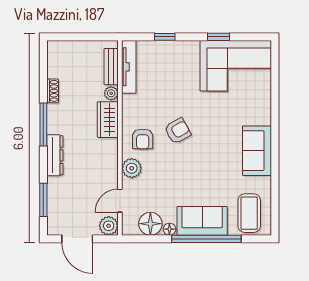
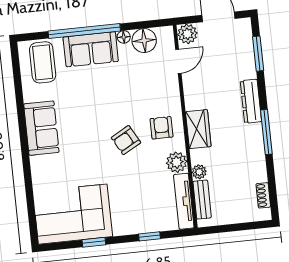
shoe rack: (53, 91) -> (263, 195), moved
wardrobe: (108, 120) -> (198, 129), moved
plant: (132, 168) -> (177, 162), moved

